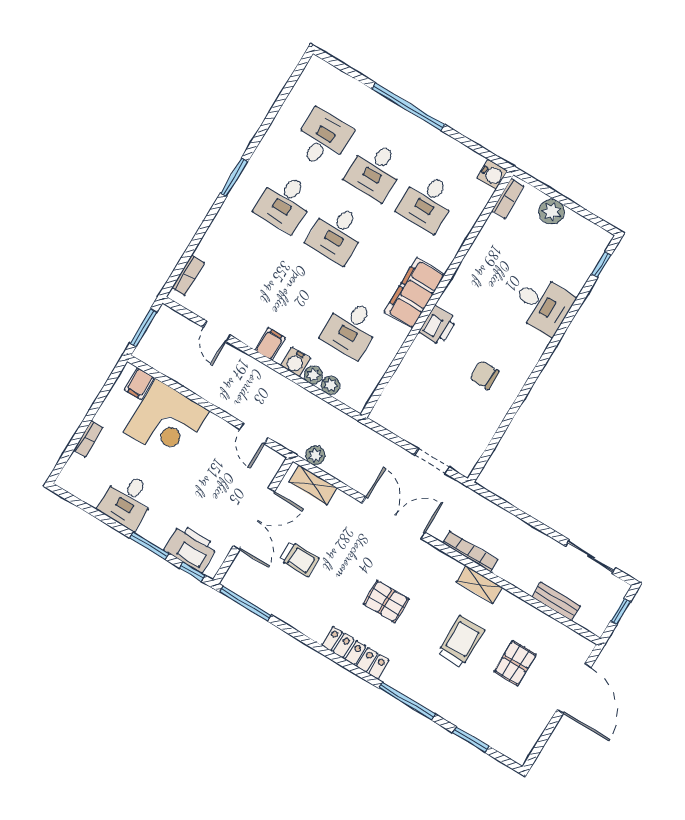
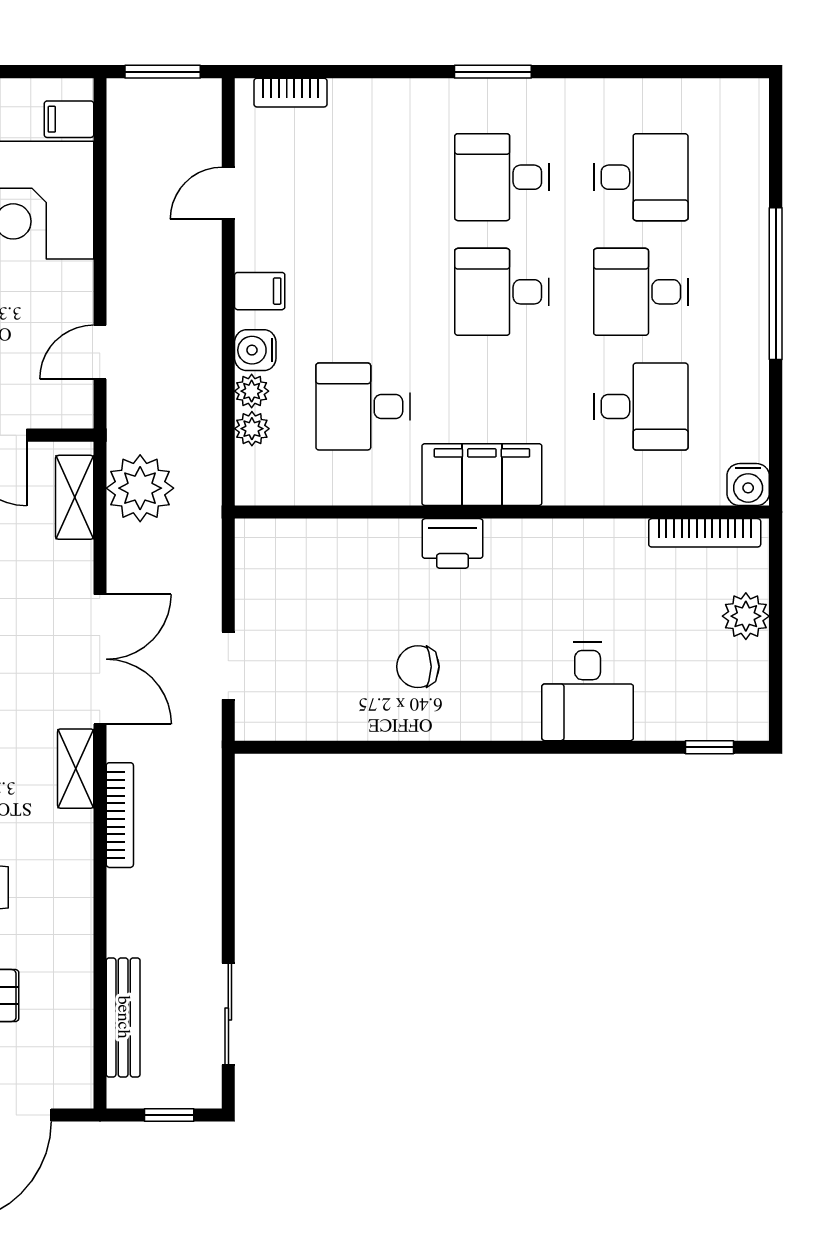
bookcase: (508, 198) -> (705, 533), width x1.56
desk: (427, 202) -> (641, 407), turned 180
chair: (485, 375) -> (418, 667), turned -90
plant: (315, 455) -> (140, 488), width x1.88, depth x1.88
shelving: (479, 585) -> (76, 769), moved
bench: (556, 601) -> (123, 1017), width x1.36

